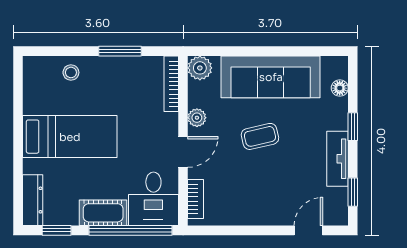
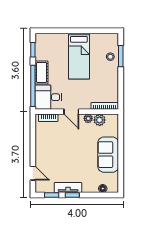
window: (120, 51) -> (121, 56), moved
plant: (200, 68) -> (100, 120), moved
sofa: (271, 77) -> (108, 155), width x0.73
window: (353, 127) -> (72, 195), moved
coffee table: (260, 136) -> (79, 149), removed
dresser: (33, 200) -> (48, 38), removed

